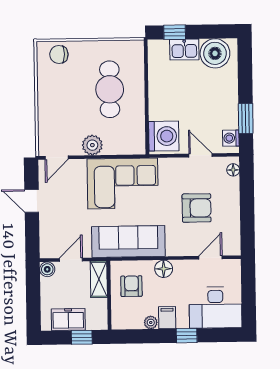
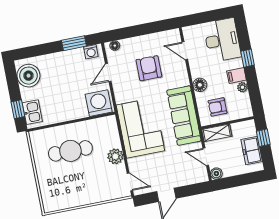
kitchen sink: (184, 50) -> (32, 112), moved
chair: (59, 54) -> (51, 194), removed

